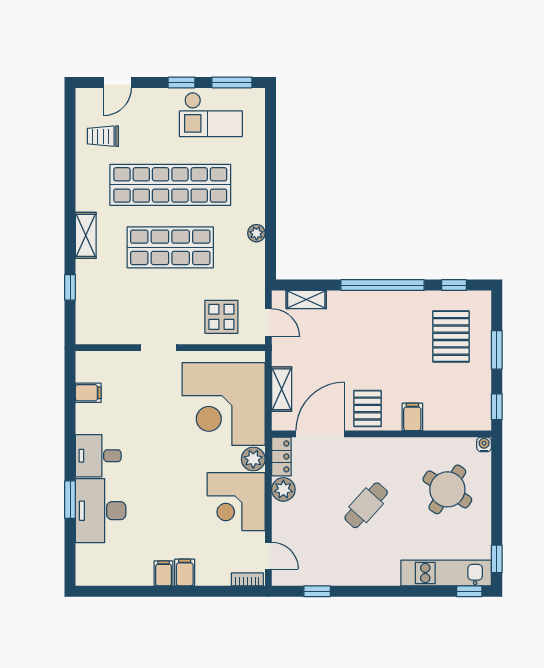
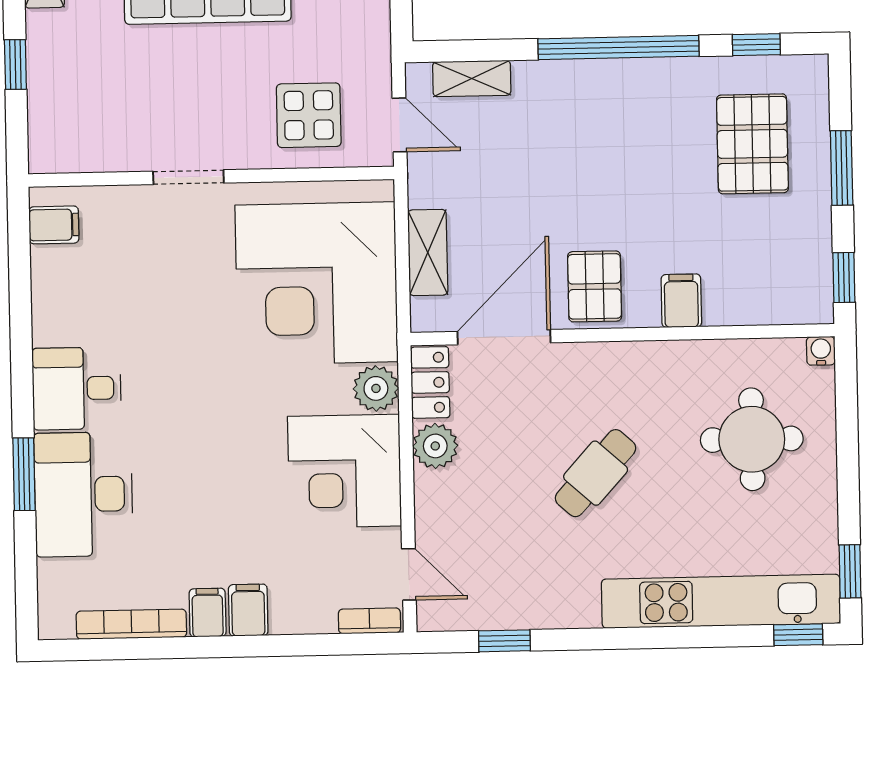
filing cabinet: (88, 393) -> (54, 225), moved
round table: (447, 489) -> (752, 439), turned -33
kitchen unit: (446, 573) -> (721, 601), width x1.36
bookcase: (124, 578) -> (131, 624), added

